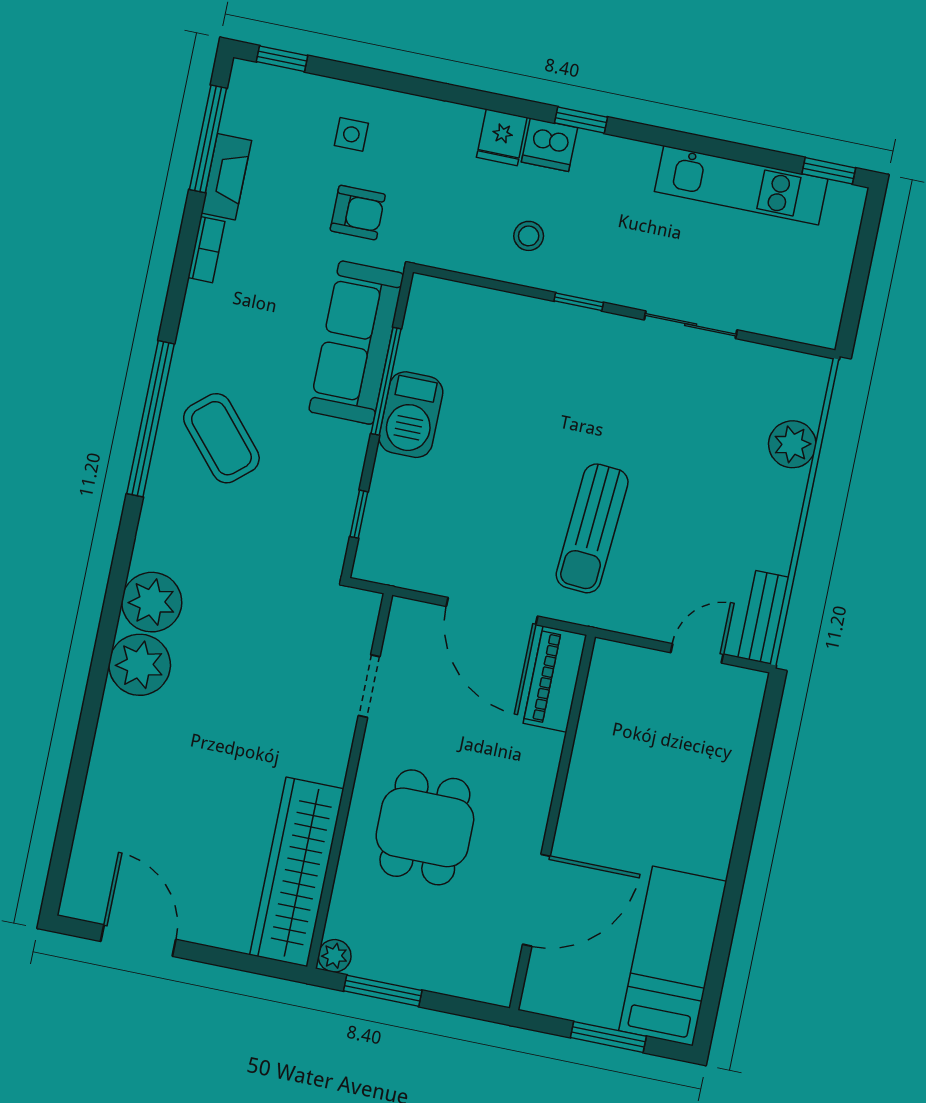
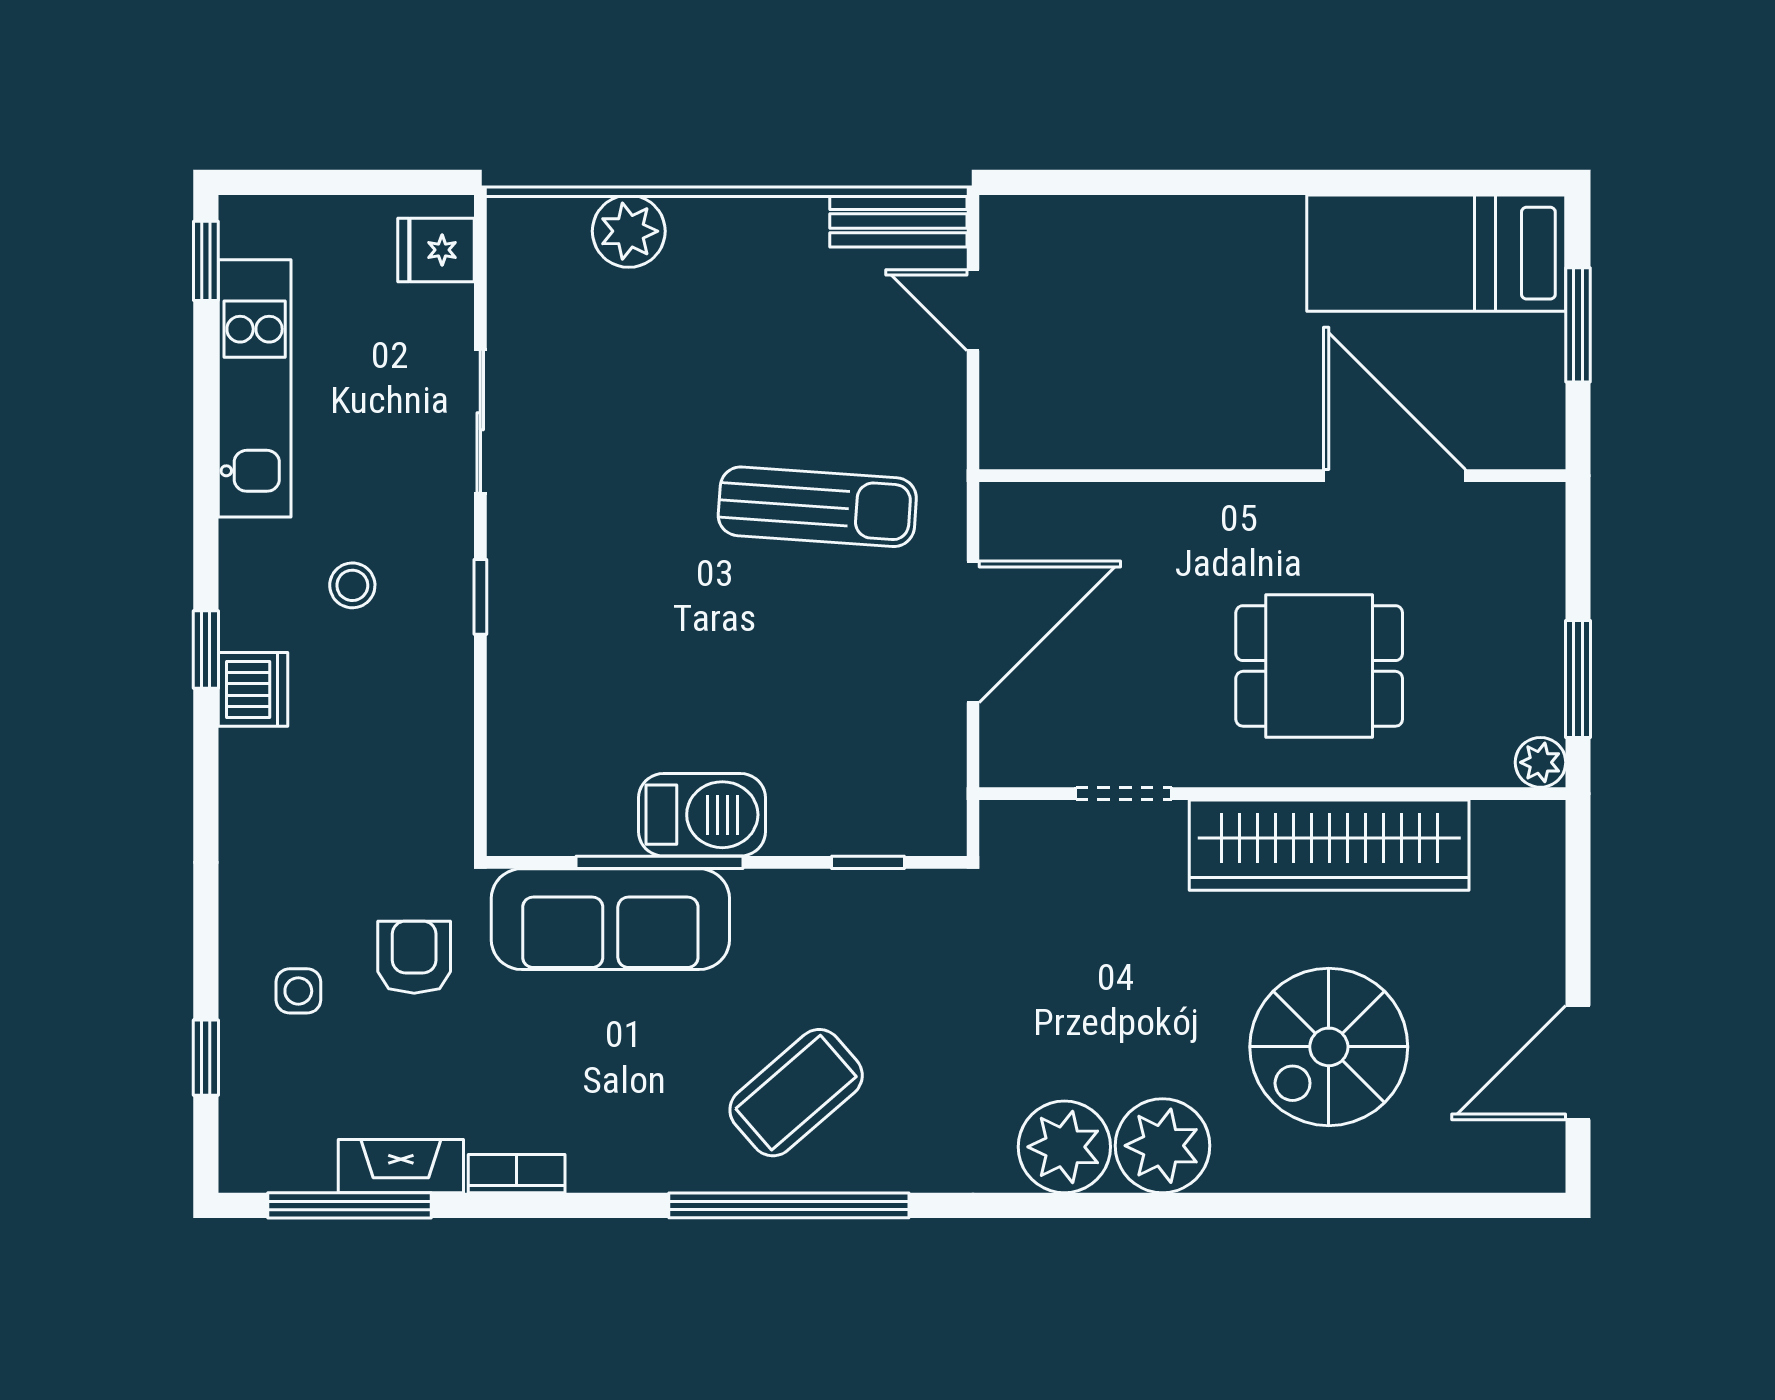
window: (282, 59) -> (206, 1058), moved
fridge: (502, 137) -> (436, 250), moved, turned 180
stool: (529, 236) -> (352, 585), moved
piano: (555, 679) -> (1056, 516), removed
spiral stairs: (181, 784) -> (1329, 1047), added
wardrobe: (297, 872) -> (1329, 845), moved

